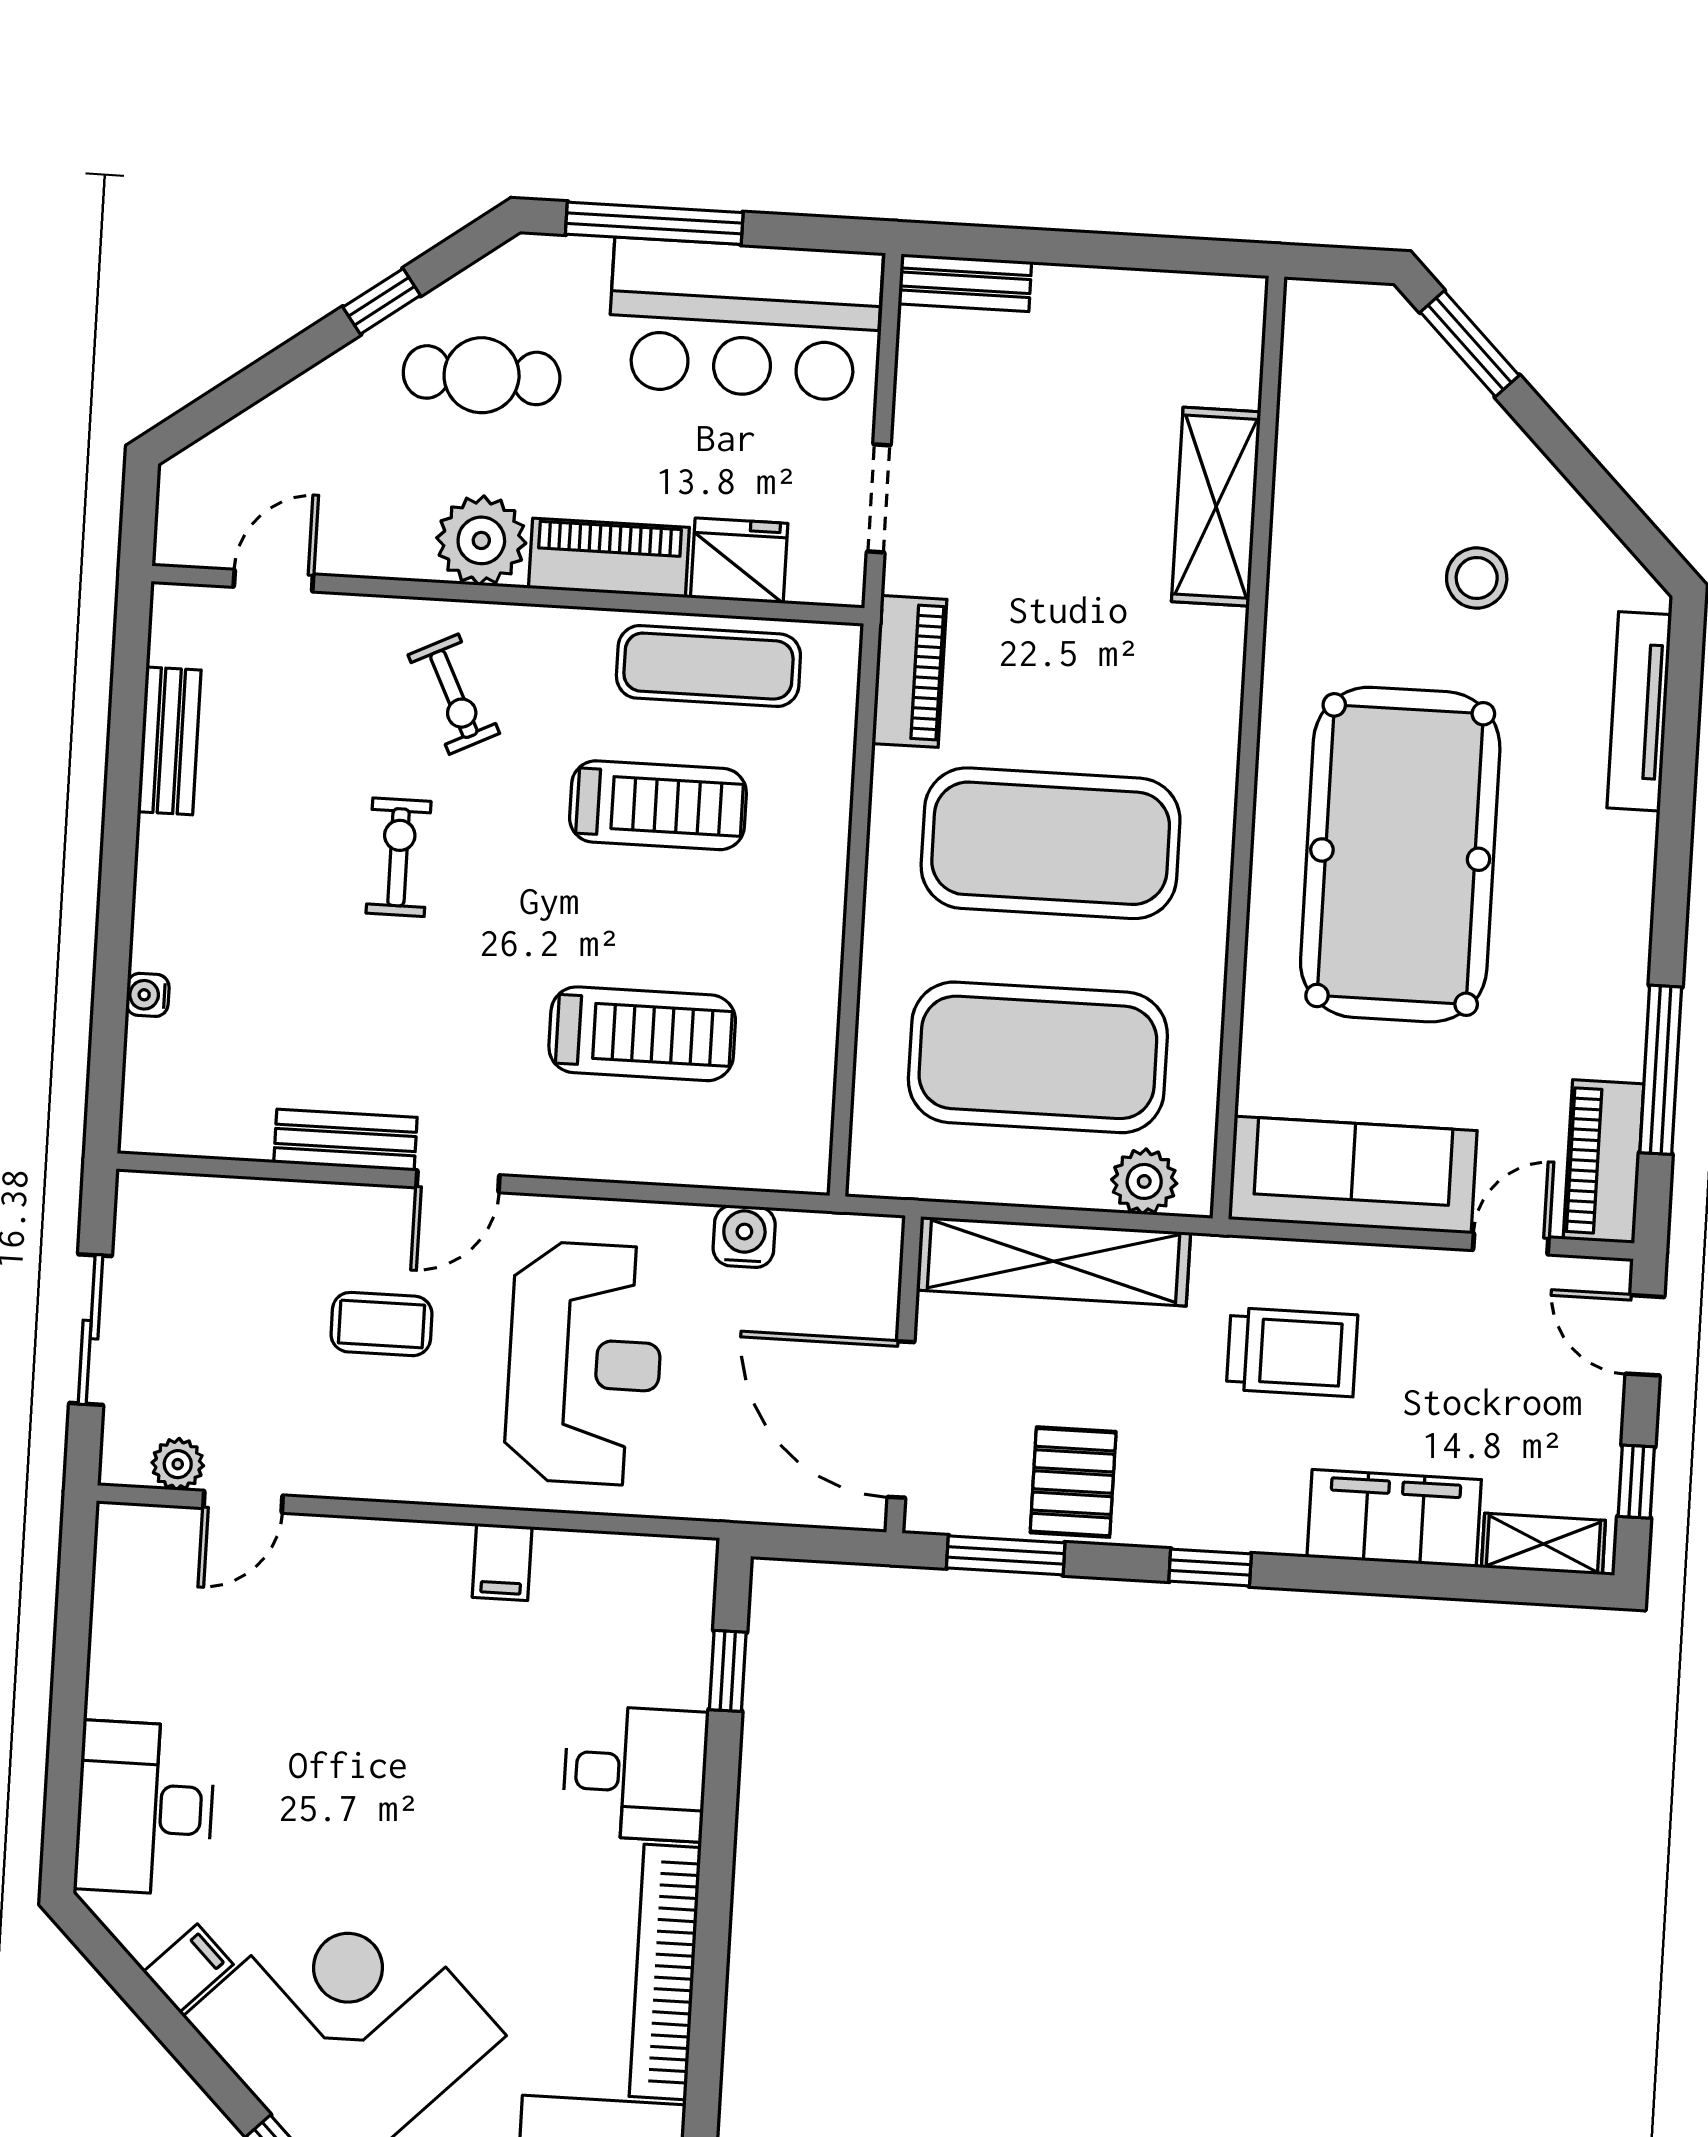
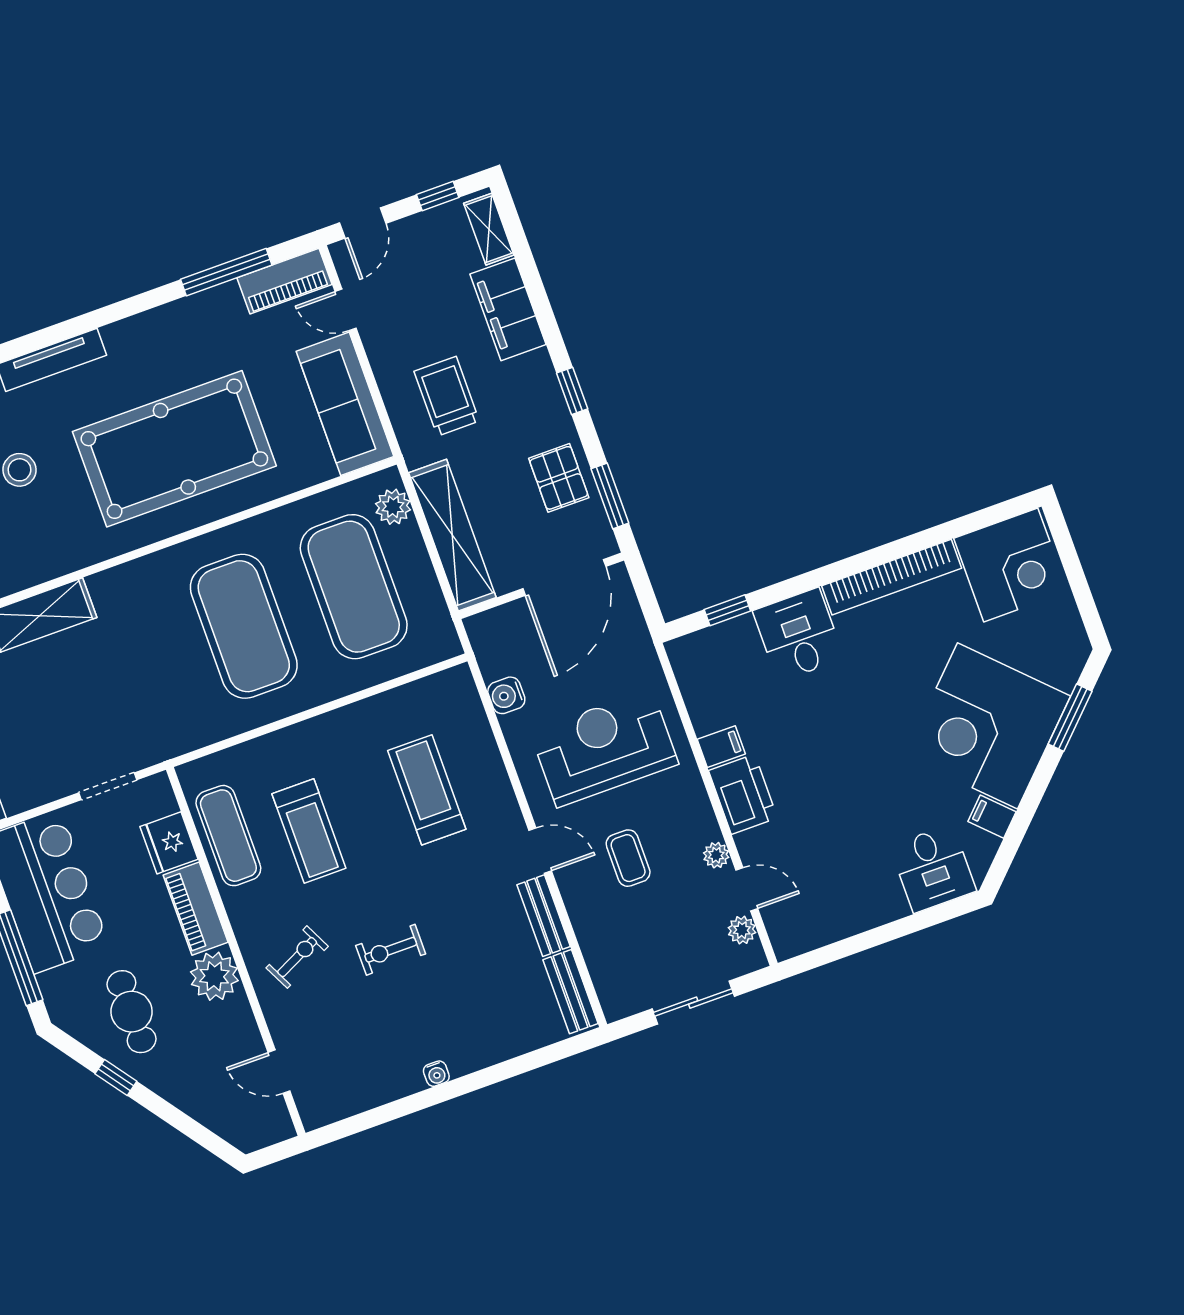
piano: (909, 671) -> (188, 734), removed
bench: (169, 741) -> (570, 992), moved, turned 90
treadmill: (658, 805) -> (309, 831), turned 180
water cooler: (148, 995) -> (436, 1074), moved
plant: (323, 1475) -> (716, 855), added
pallet: (1073, 1482) -> (559, 478), turned 90
printer: (406, 1564) -> (743, 794), added
desk: (145, 1808) -> (933, 869), width x0.73

